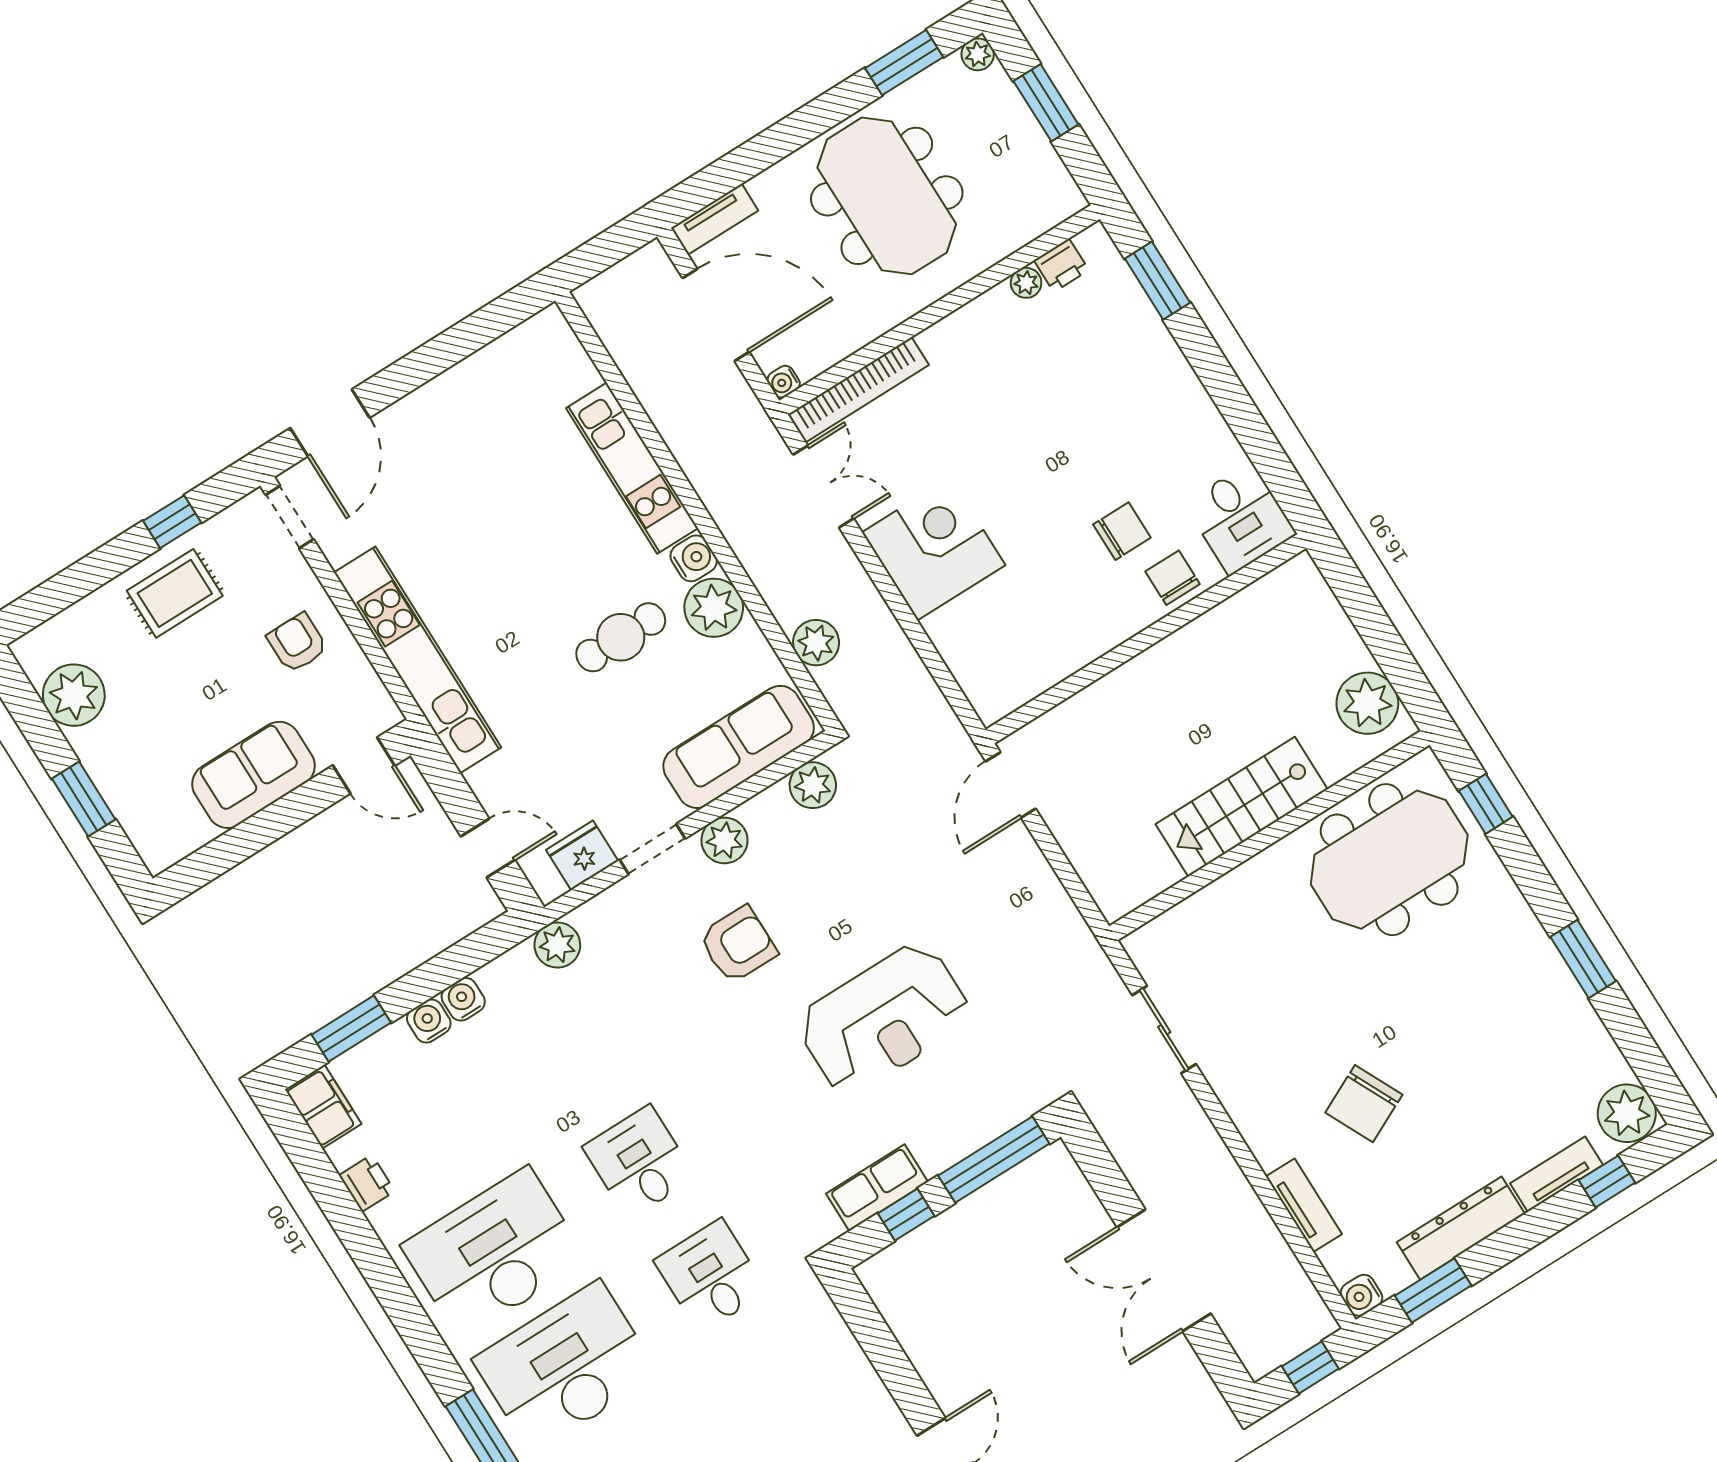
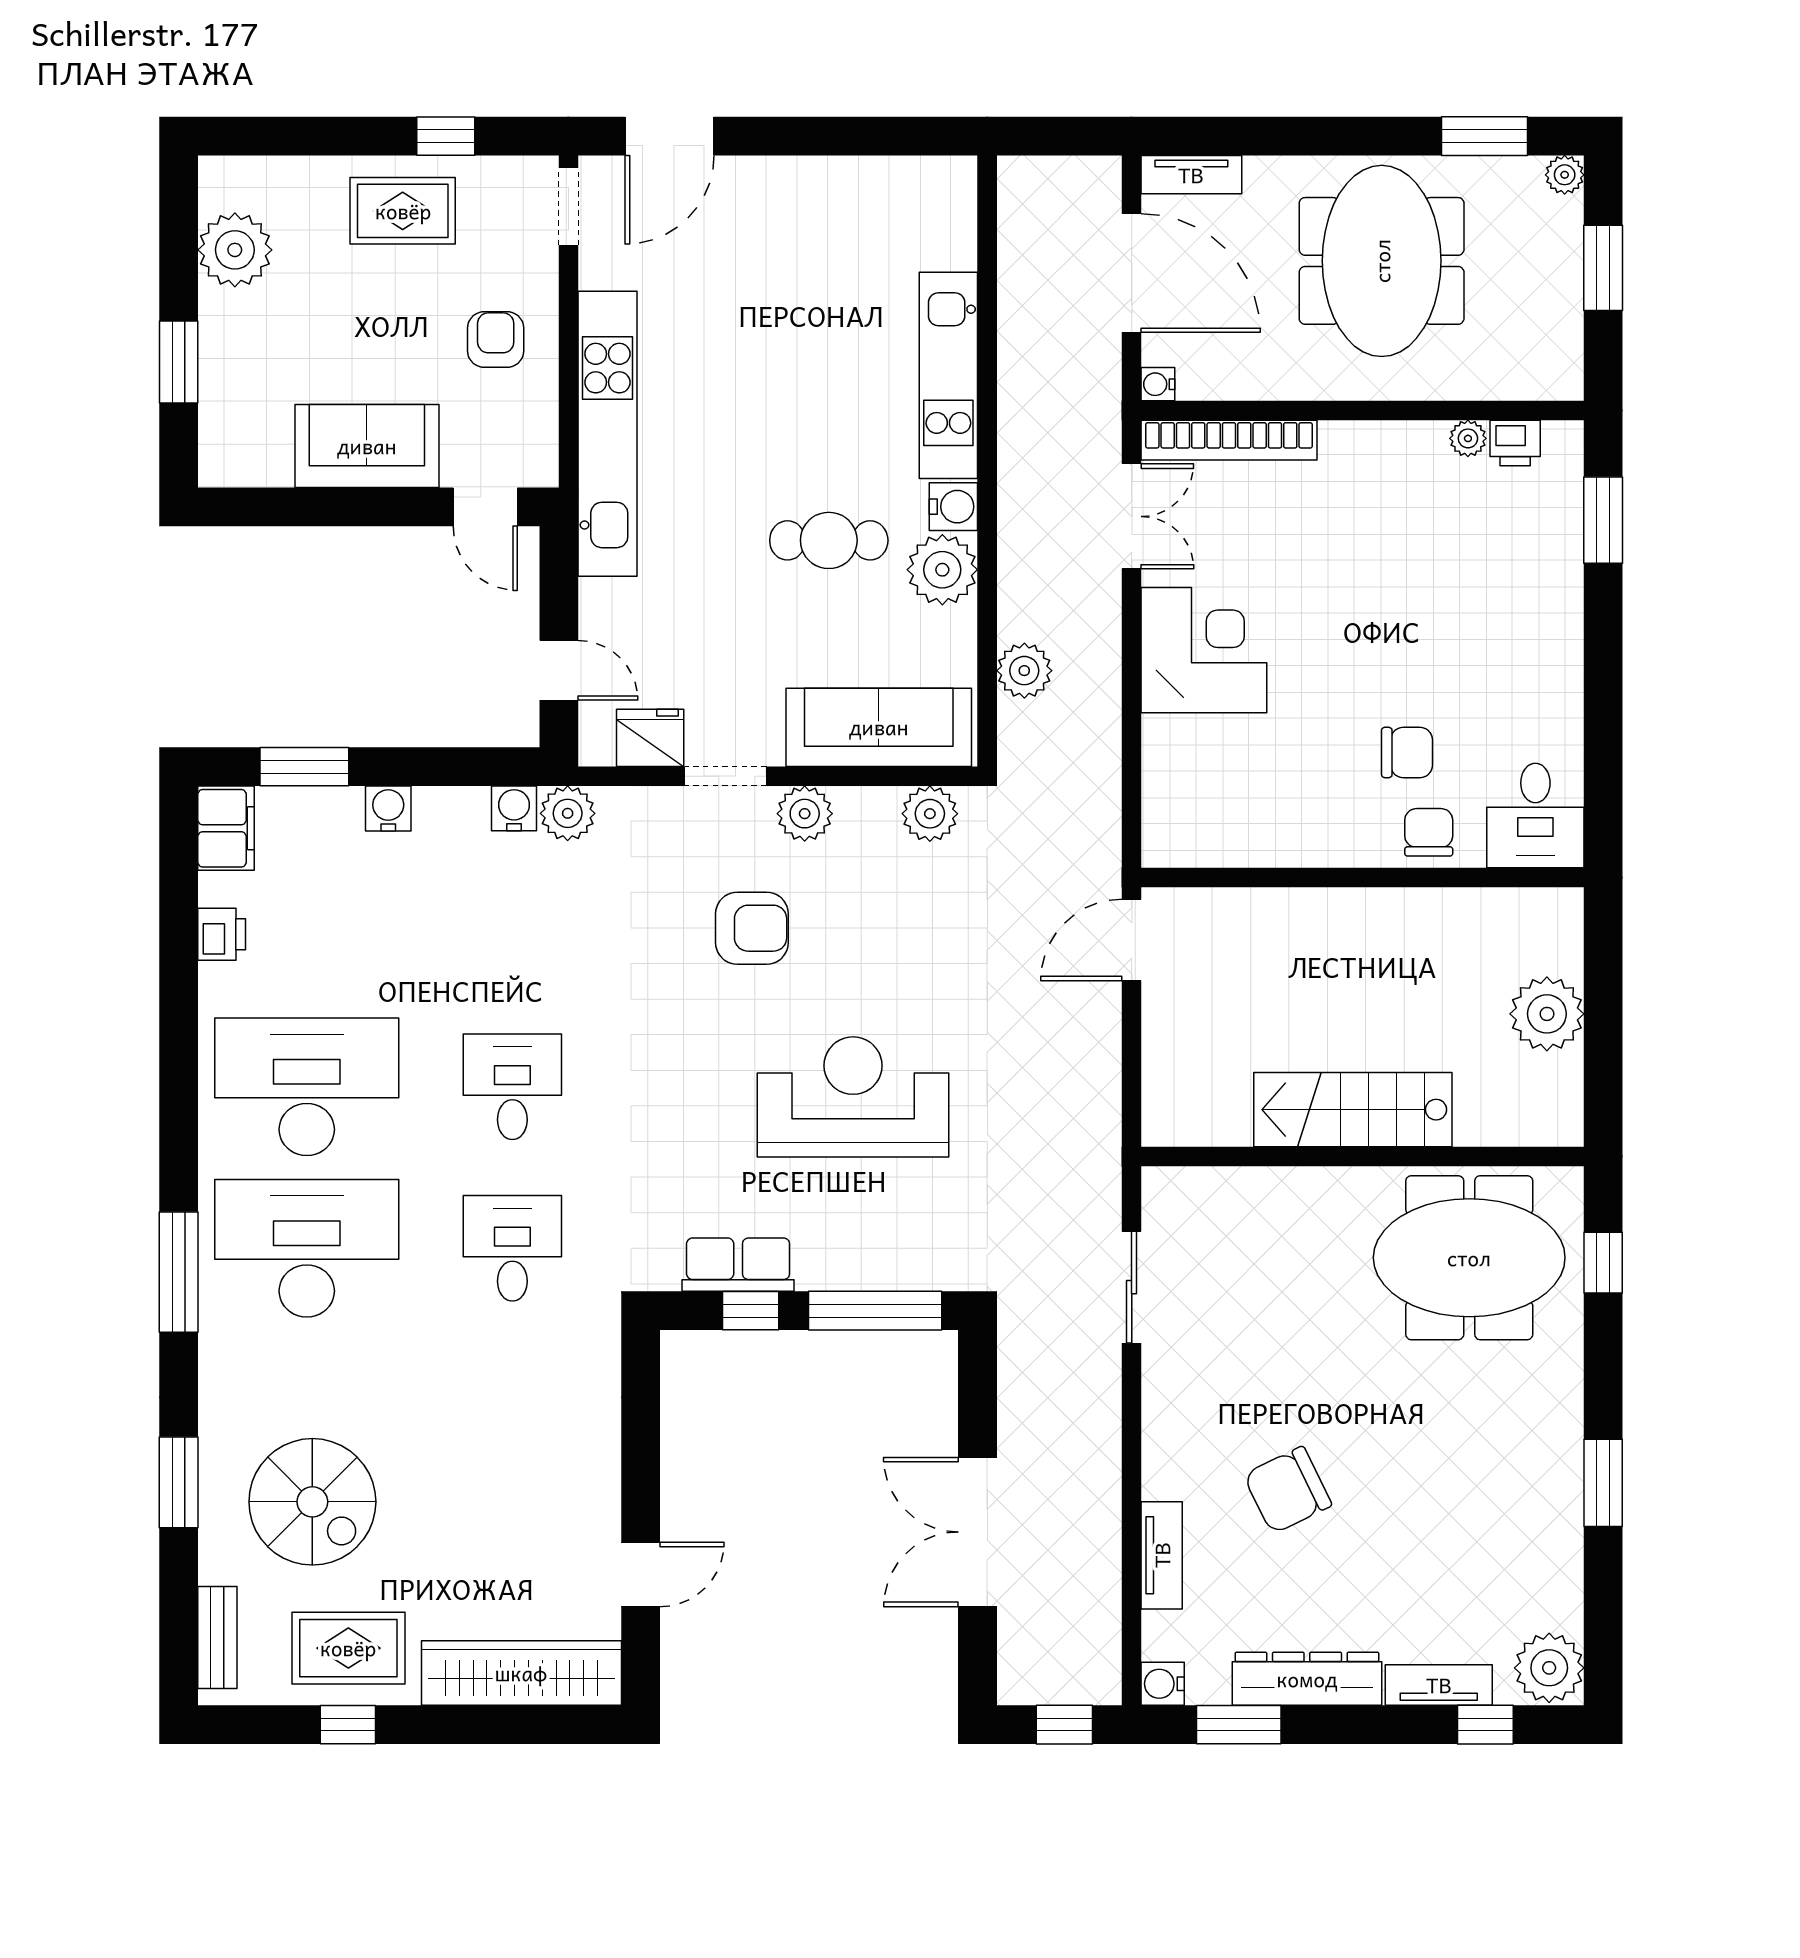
plant: (1367, 703) -> (1547, 1014), moved
water cooler: (463, 999) -> (514, 808), moved
reception desk: (884, 1019) -> (853, 1097), turned 180

